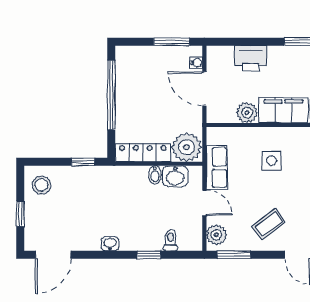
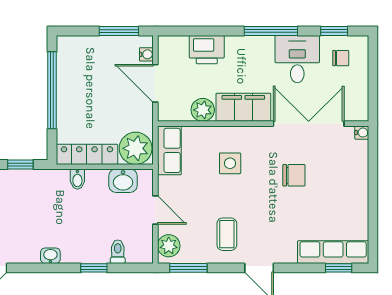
row of seats: (217, 168) -> (169, 150), moved
bidet: (155, 175) -> (77, 179), moved
coffee table: (269, 224) -> (227, 234), turned -53

